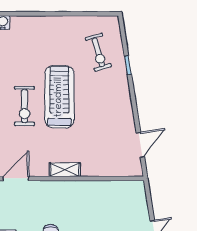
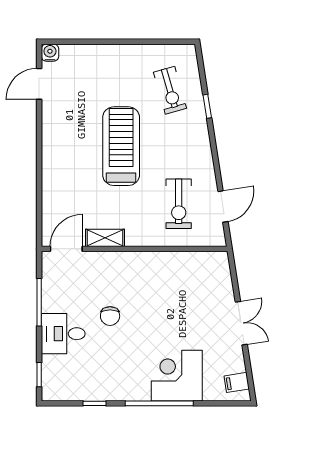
exercise bike: (24, 106) -> (179, 204), moved
shelving: (65, 170) -> (105, 238), moved

